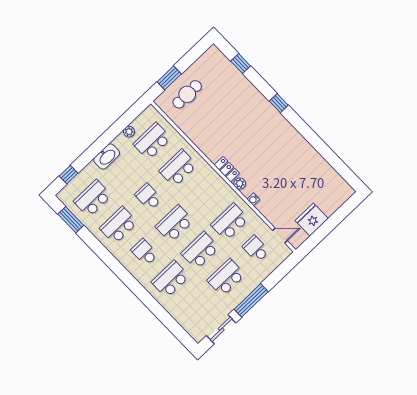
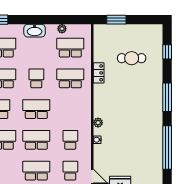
cafe table: (187, 94) -> (132, 58), moved
window: (279, 103) -> (167, 97), width x2.17
window: (321, 147) -> (167, 147), added
locker: (227, 169) -> (99, 73), moved
school desk: (230, 222) -> (70, 140), width x0.54

